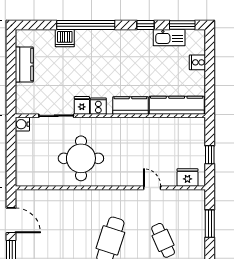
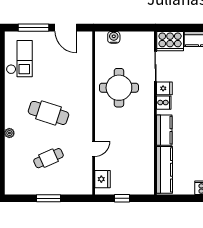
cooker: (27, 99) -> (170, 41), added
water cooler: (22, 124) -> (114, 37), moved
door: (11, 220) -> (66, 28), hinge flipped
window: (210, 224) -> (49, 198), moved

